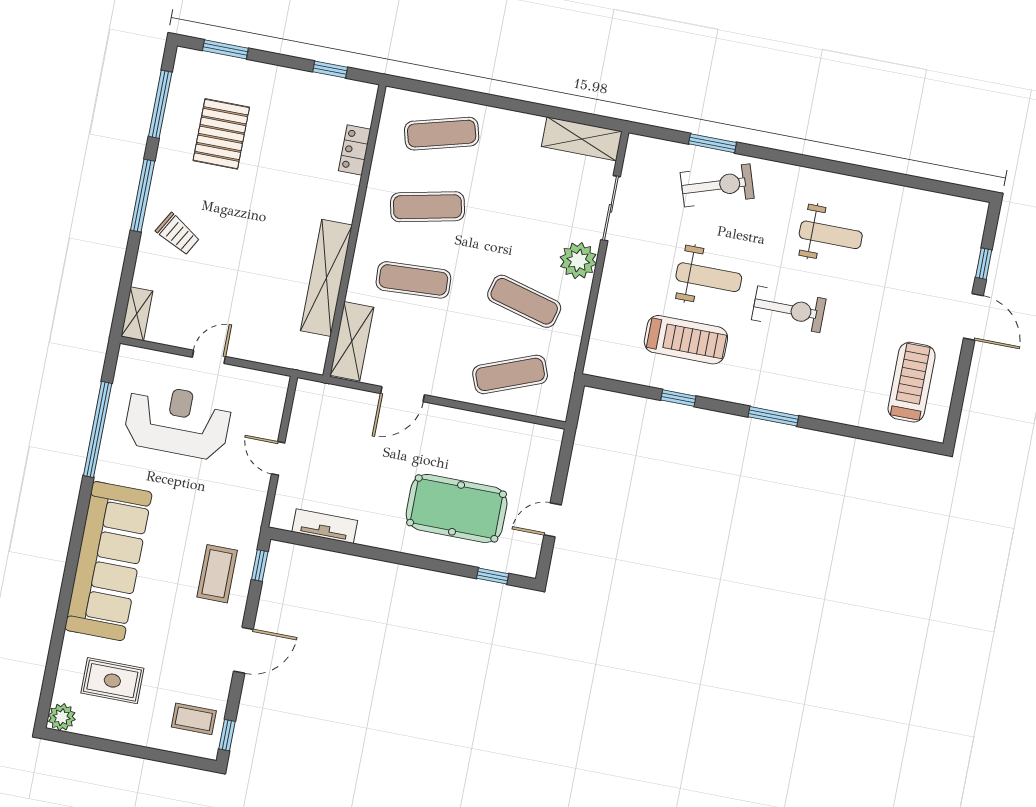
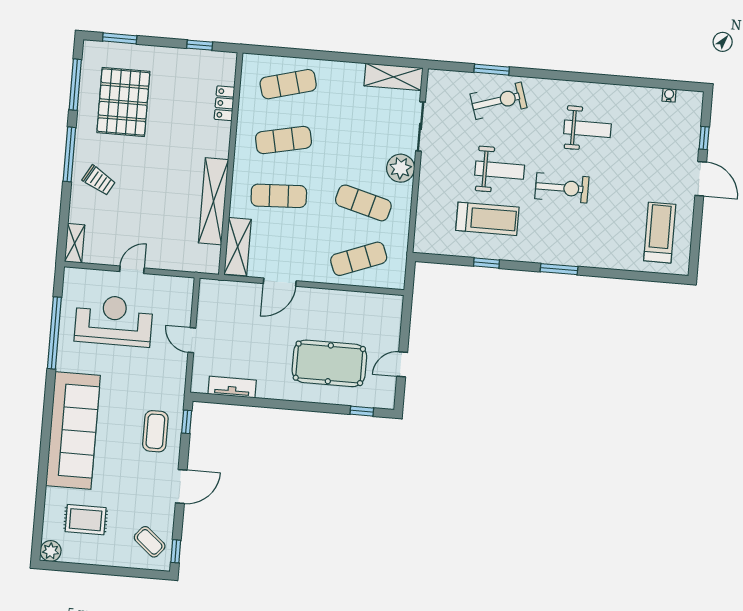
pallet: (221, 134) -> (123, 102), width x1.37, depth x1.41
water cooler: (943, 202) -> (669, 95), added
coffee table: (194, 719) -> (150, 542), turned 40

